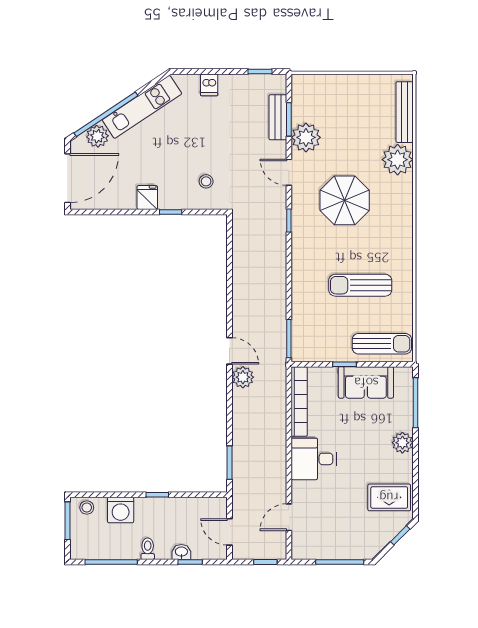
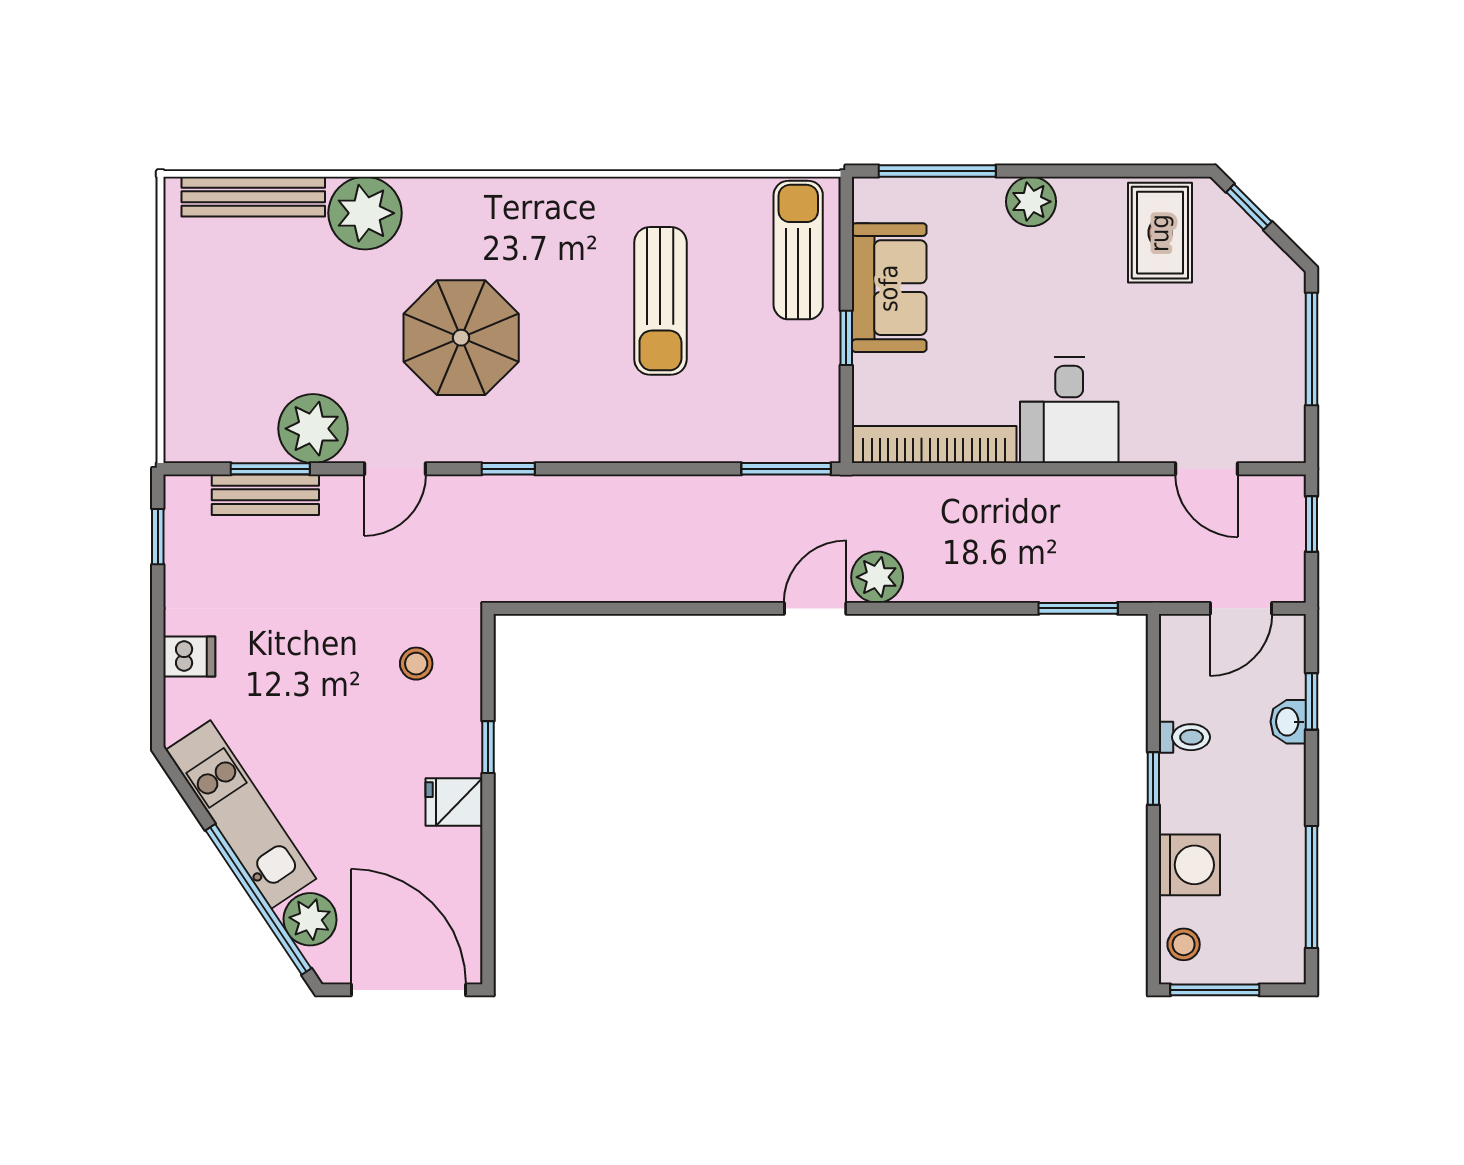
toilet: (148, 549) -> (1184, 737), moved, turned 180

